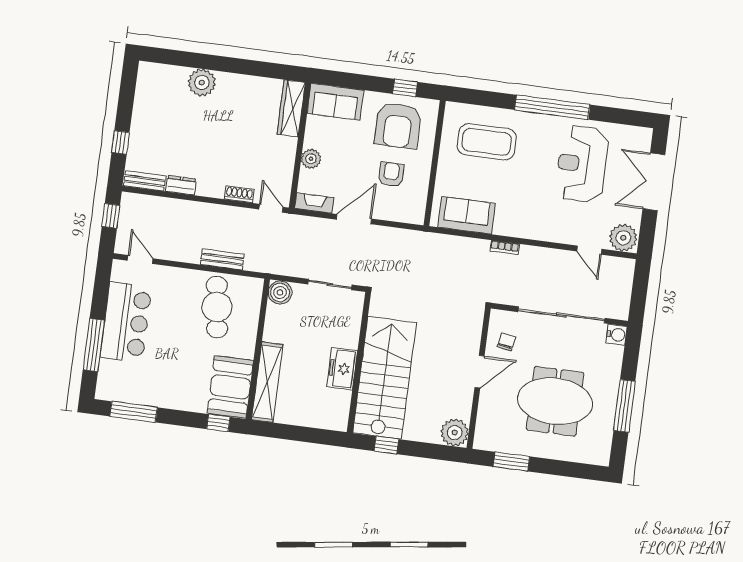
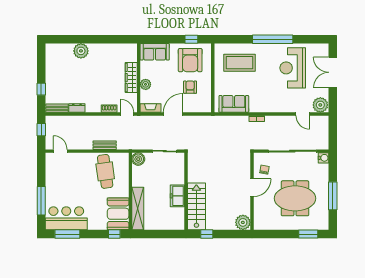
wardrobe: (291, 108) -> (131, 78), moved
bar counter: (126, 322) -> (66, 218), moved, turned -90
stairs: (384, 378) -> (196, 206), width x0.73, depth x0.66
window: (511, 462) -> (308, 234), moved

